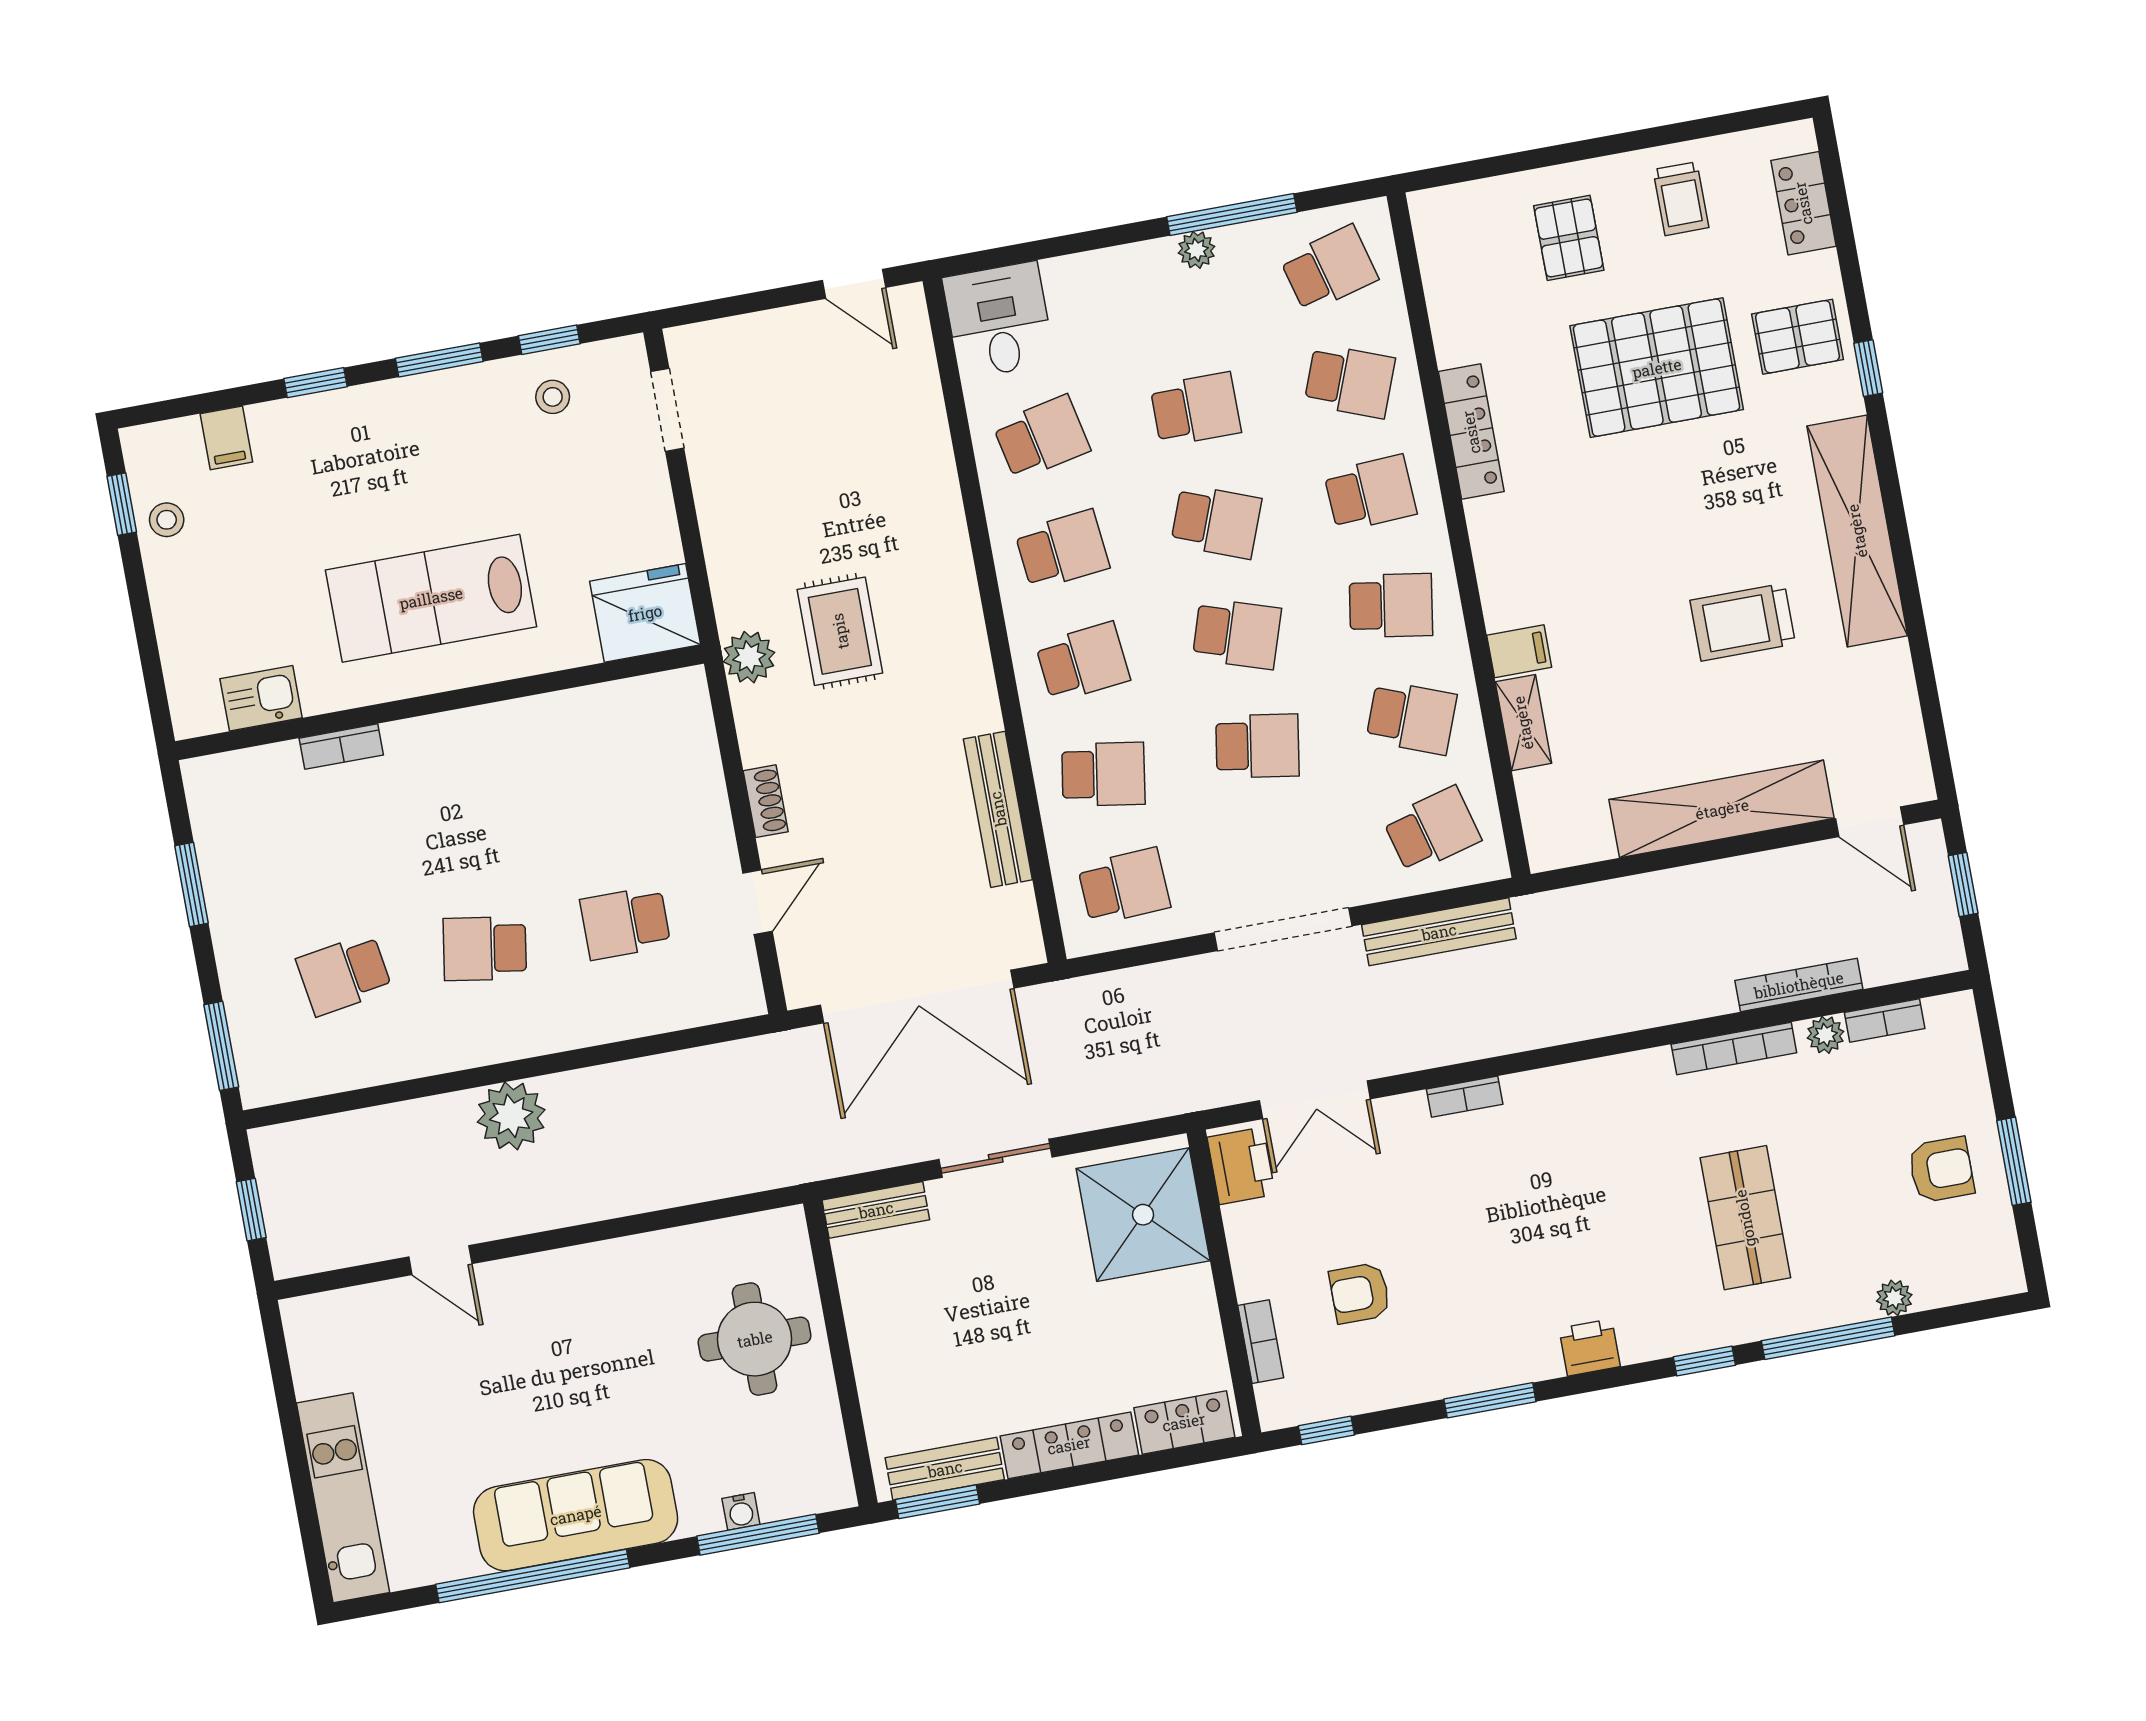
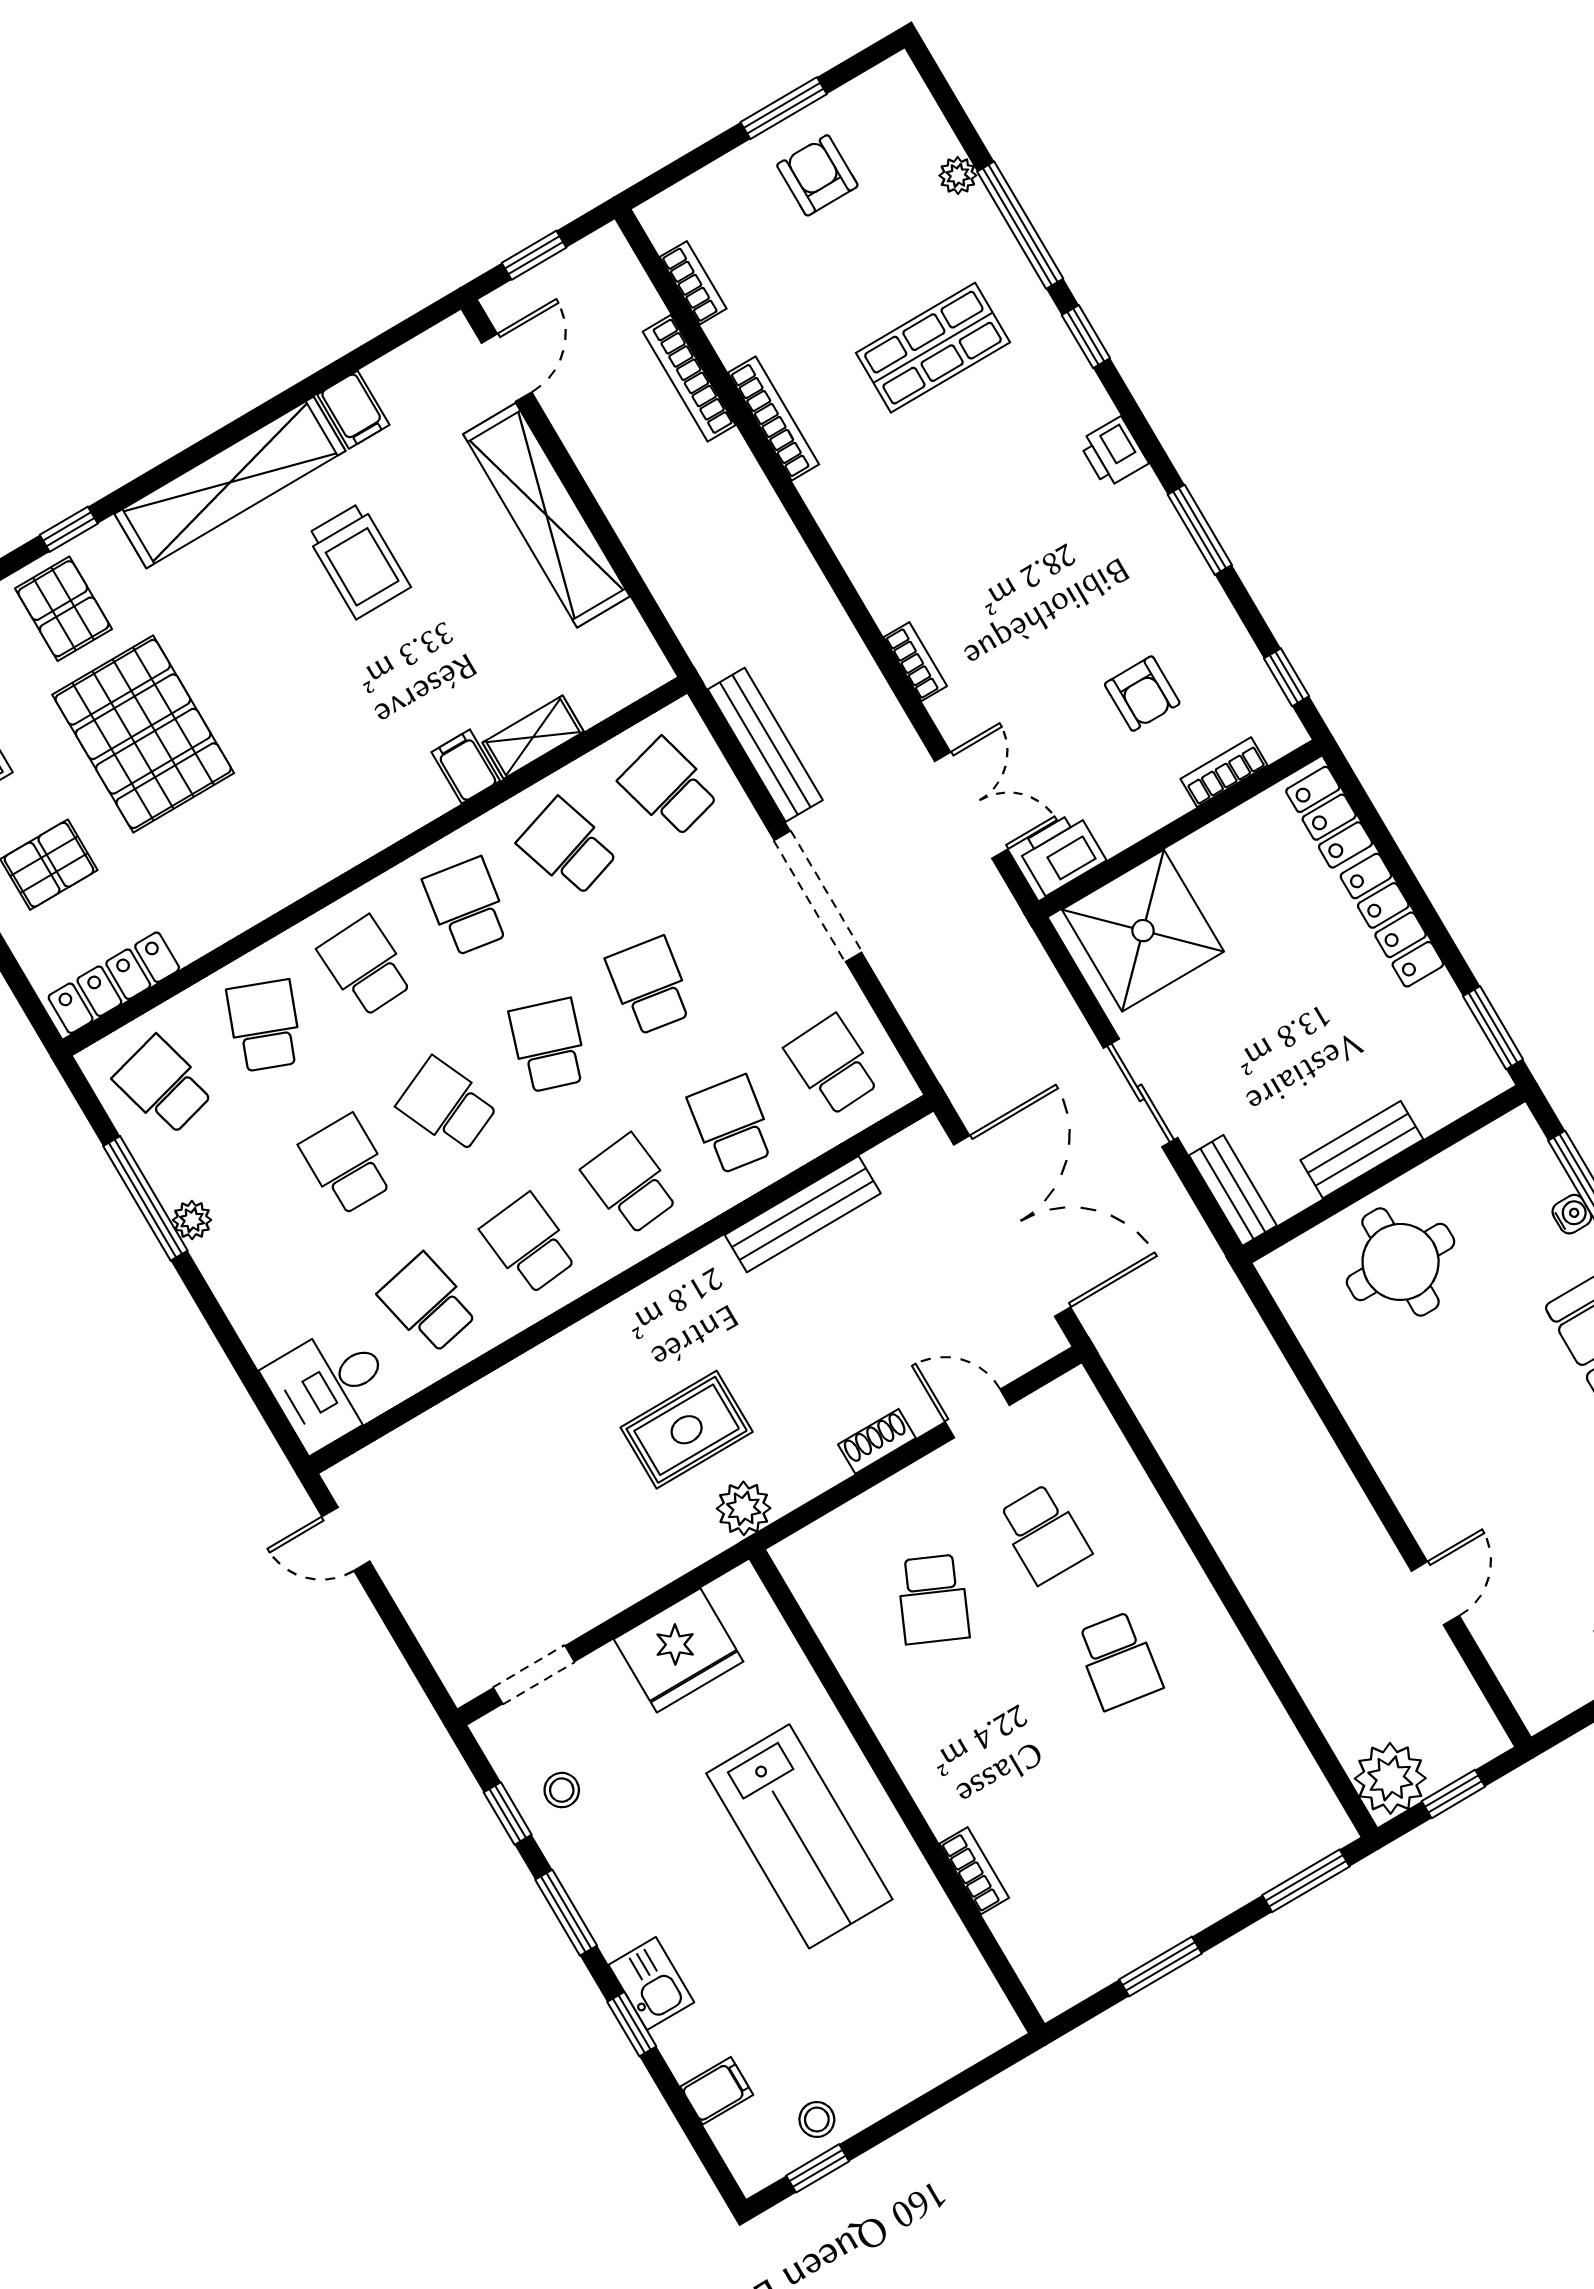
door: (854, 284) -> (346, 1539), swing flipped
locker: (1471, 432) -> (114, 983), moved
school desk: (1216, 521) -> (447, 1105), turned -45
fridge: (645, 613) -> (679, 1650), moved, turned -90
filing cabinet: (1882, 668) -> (353, 410), added
kitchen sink: (261, 698) -> (651, 1984), moved, turned 180
school desk: (1411, 718) -> (568, 847), turned -39
school desk: (344, 974) -> (933, 1599), moved, turned 33
plant: (1825, 1035) -> (728, 335), removed
plant: (511, 1116) -> (1390, 1778), moved
bench: (945, 1469) -> (1362, 1150), moved, turned 90

